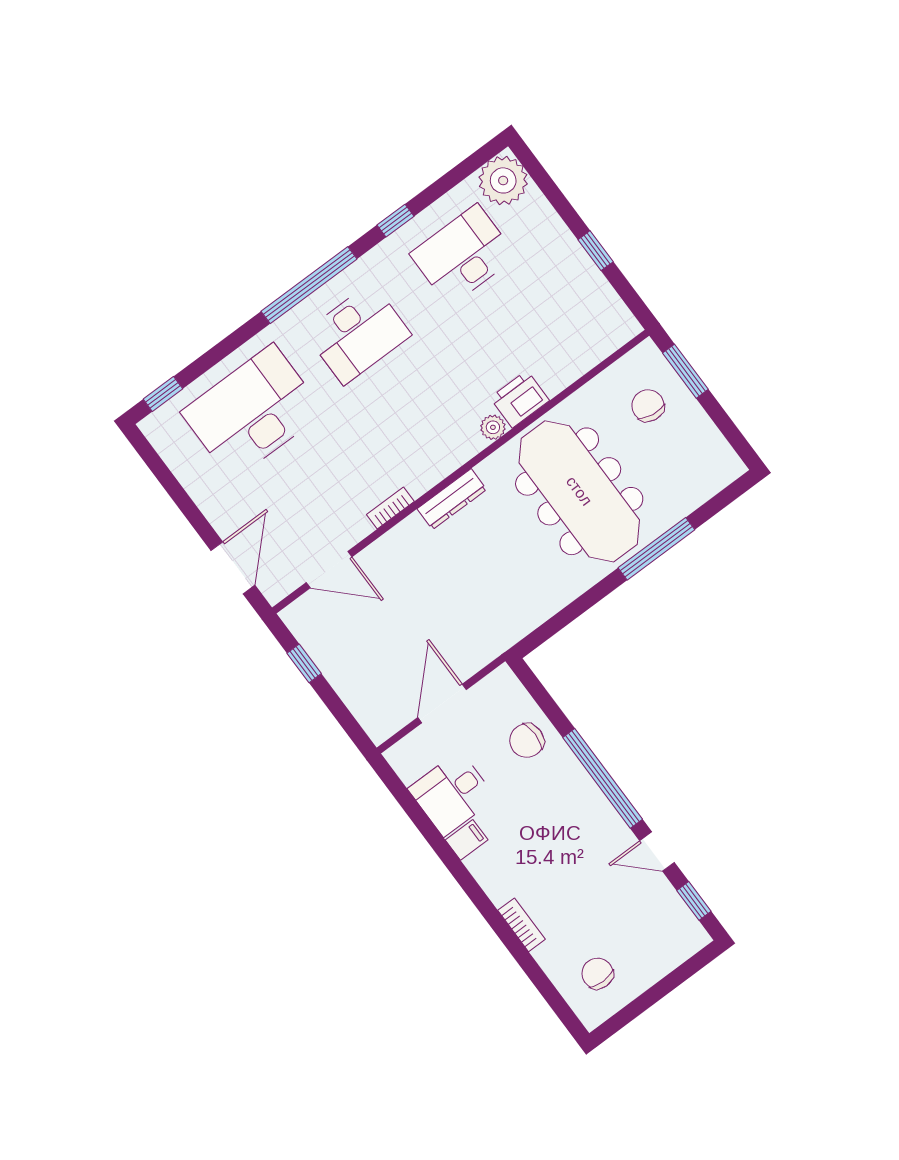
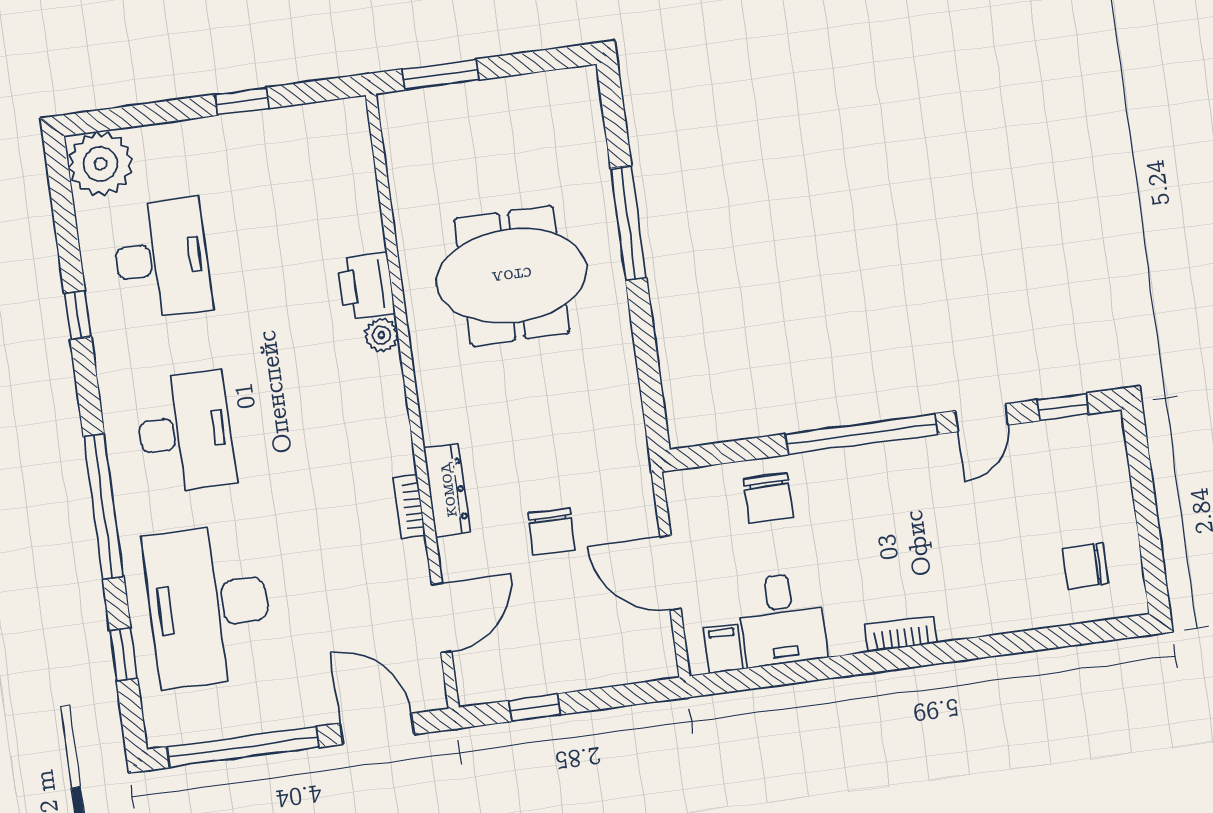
desk: (463, 255) -> (162, 259), turned 180
window: (309, 285) -> (104, 506), moved
window: (163, 394) -> (124, 655), moved
chair: (648, 406) -> (552, 531), moved, turned -98
window: (172, 486) -> (243, 747), added
meeting table: (579, 491) -> (512, 276), width x0.73
dresser: (452, 499) -> (447, 490), moved
filing cabinet: (467, 840) -> (724, 649), moved
bookcase: (521, 925) -> (901, 634), moved

